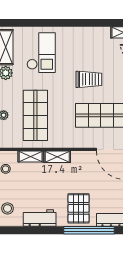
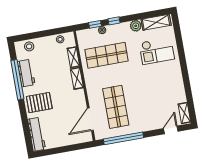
trolley: (89, 79) -> (142, 92), removed
window: (89, 230) -> (17, 80), moved

